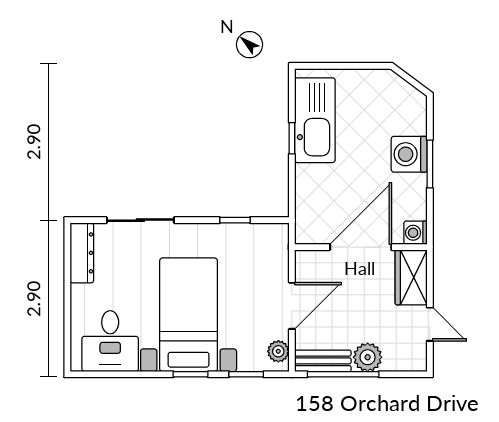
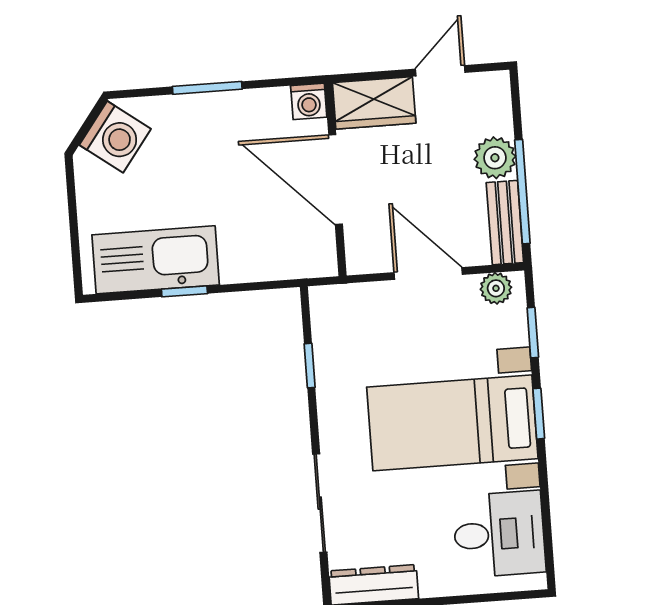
washing machine: (409, 154) -> (115, 137), moved, turned -53

